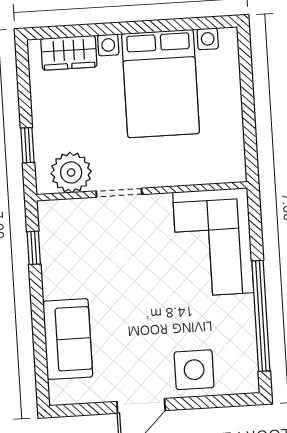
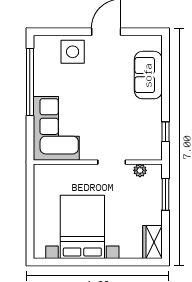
wardrobe: (69, 53) -> (152, 242), moved, turned -90
window: (27, 145) -> (165, 194), width x1.50
plant: (71, 172) -> (140, 170), width x0.53, depth x0.53

